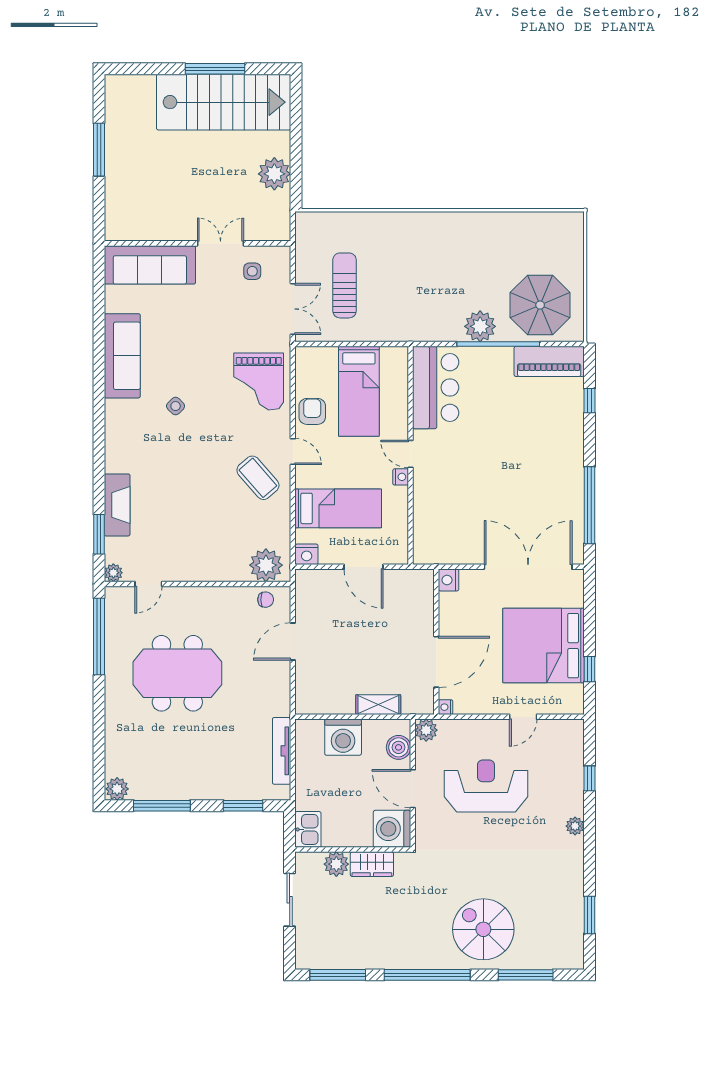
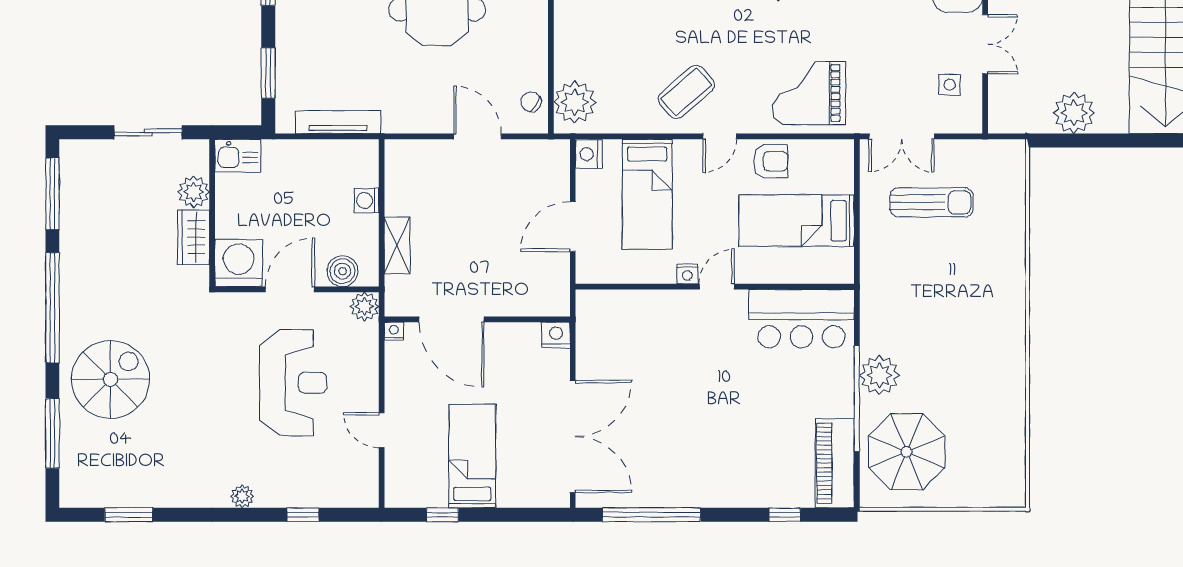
chair: (266, 600) -> (531, 102), turned 125
bed: (543, 646) -> (472, 456), width x0.49
washing machine: (343, 737) -> (367, 201), width x0.53, depth x0.53

